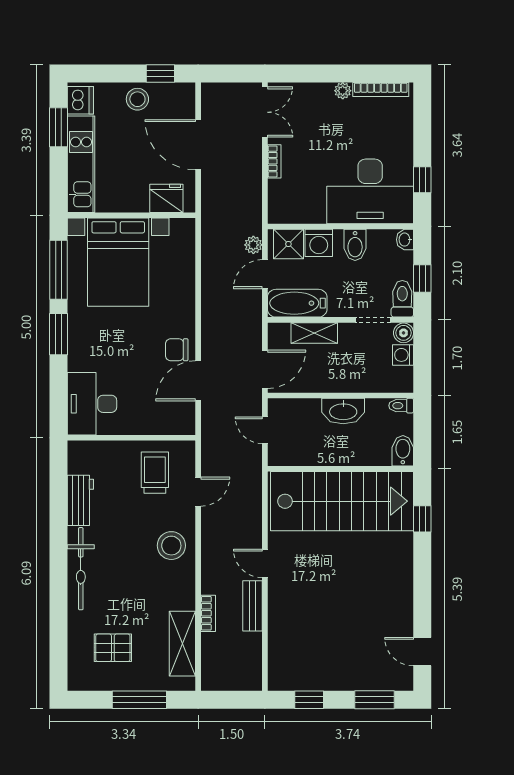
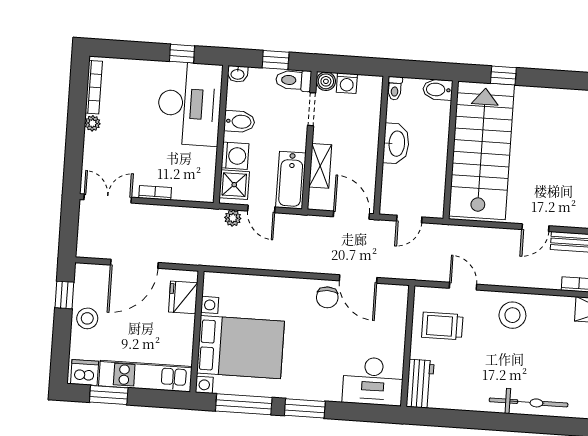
workbench: (80, 500) -> (420, 384), moved, turned 90

